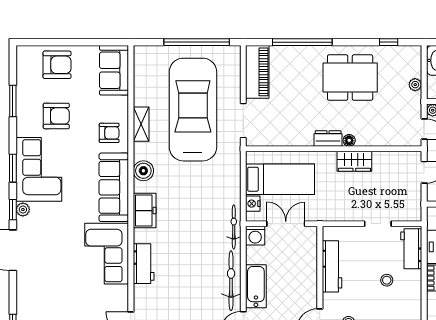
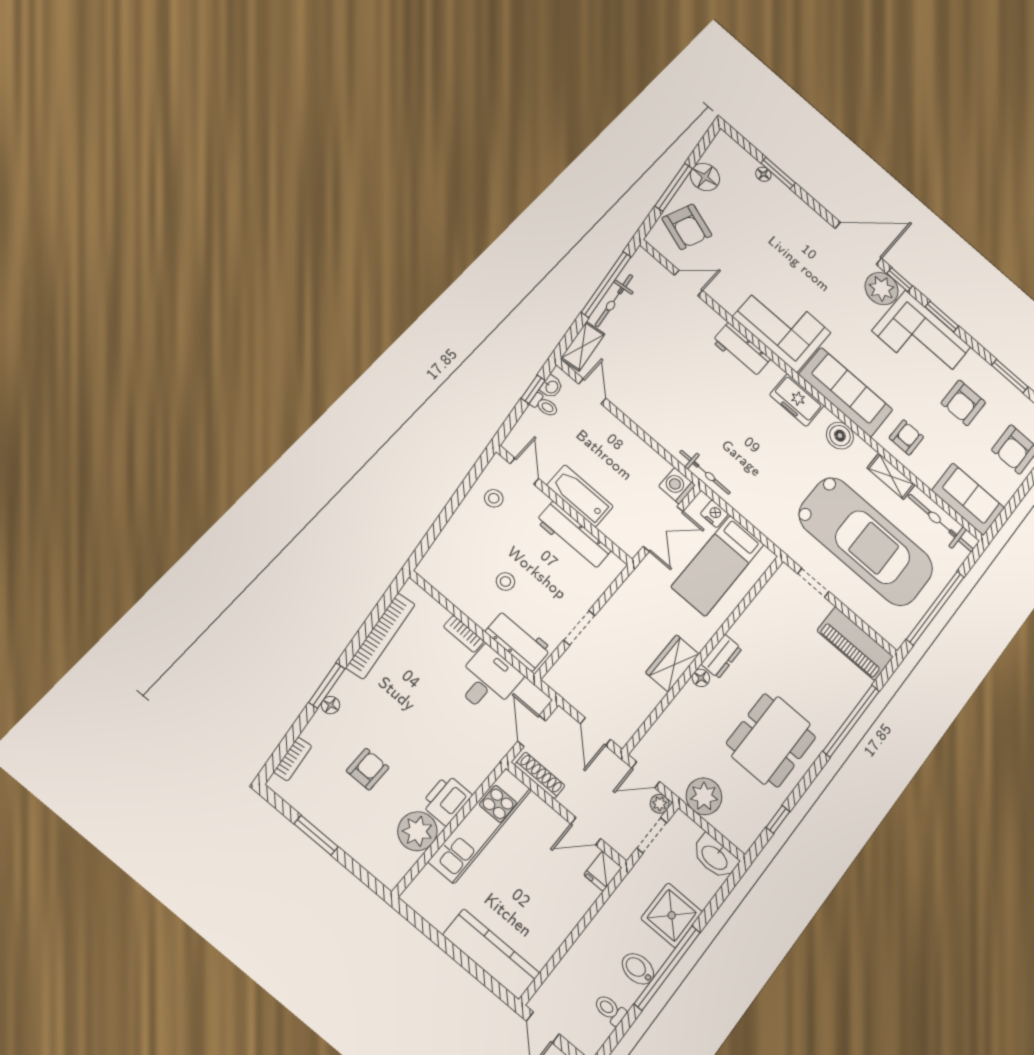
plant: (415, 85) -> (704, 796), width x1.88, depth x1.88
doorway: (243, 121) -> (813, 583), width x0.73
armchair: (109, 133) -> (906, 437), turned 180
plant: (23, 210) -> (882, 289), width x1.87, depth x1.87
bicycle: (231, 281) -> (941, 523), moved, turned 180
bathtub: (256, 286) -> (580, 496), moved, turned 180

